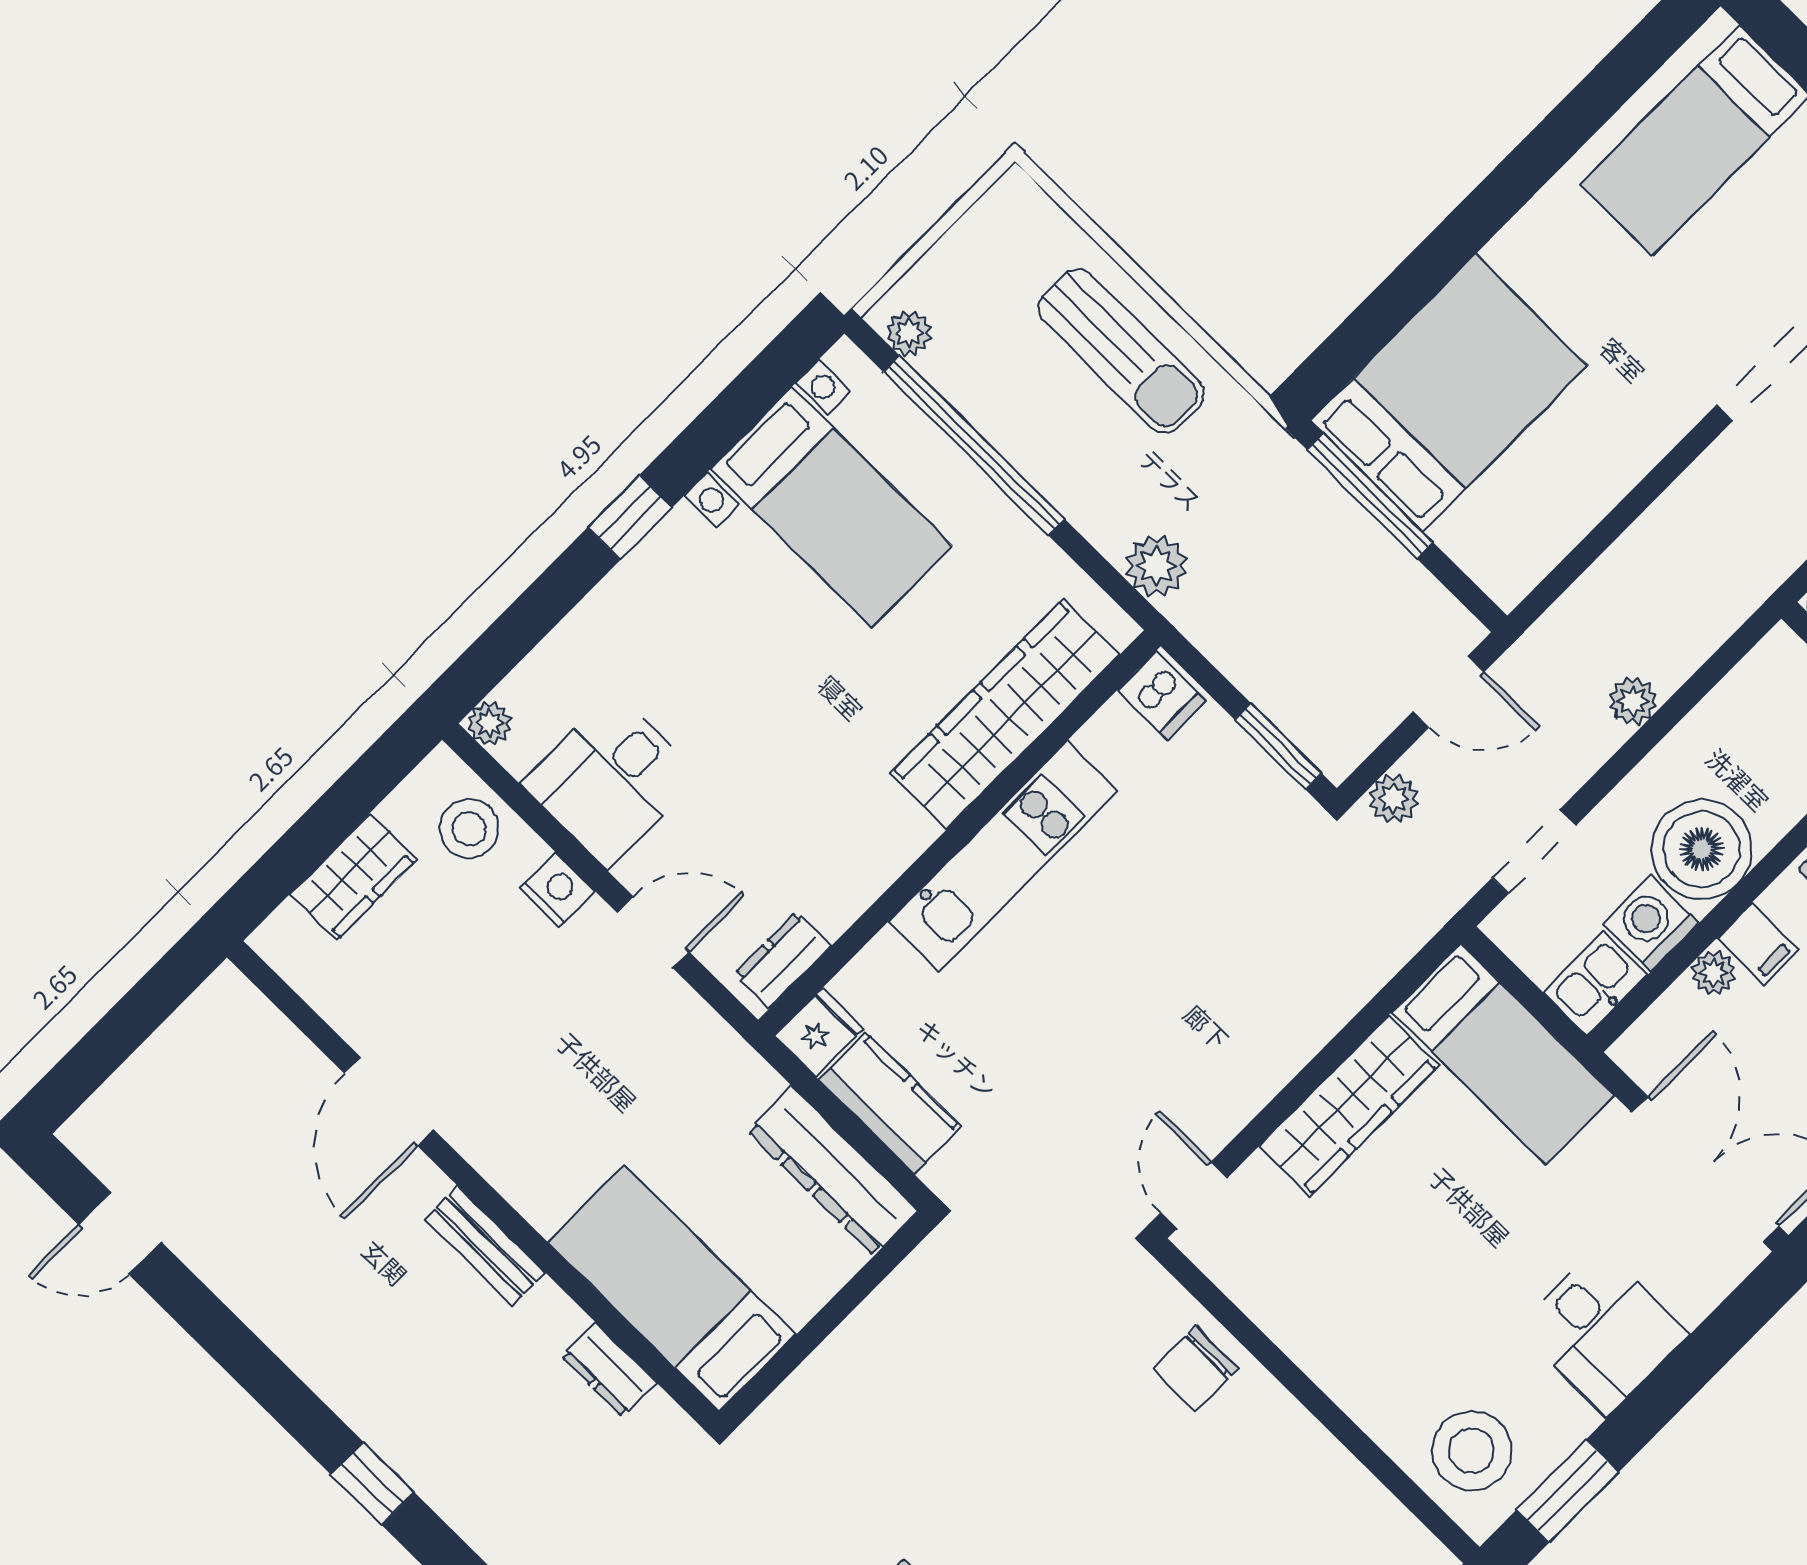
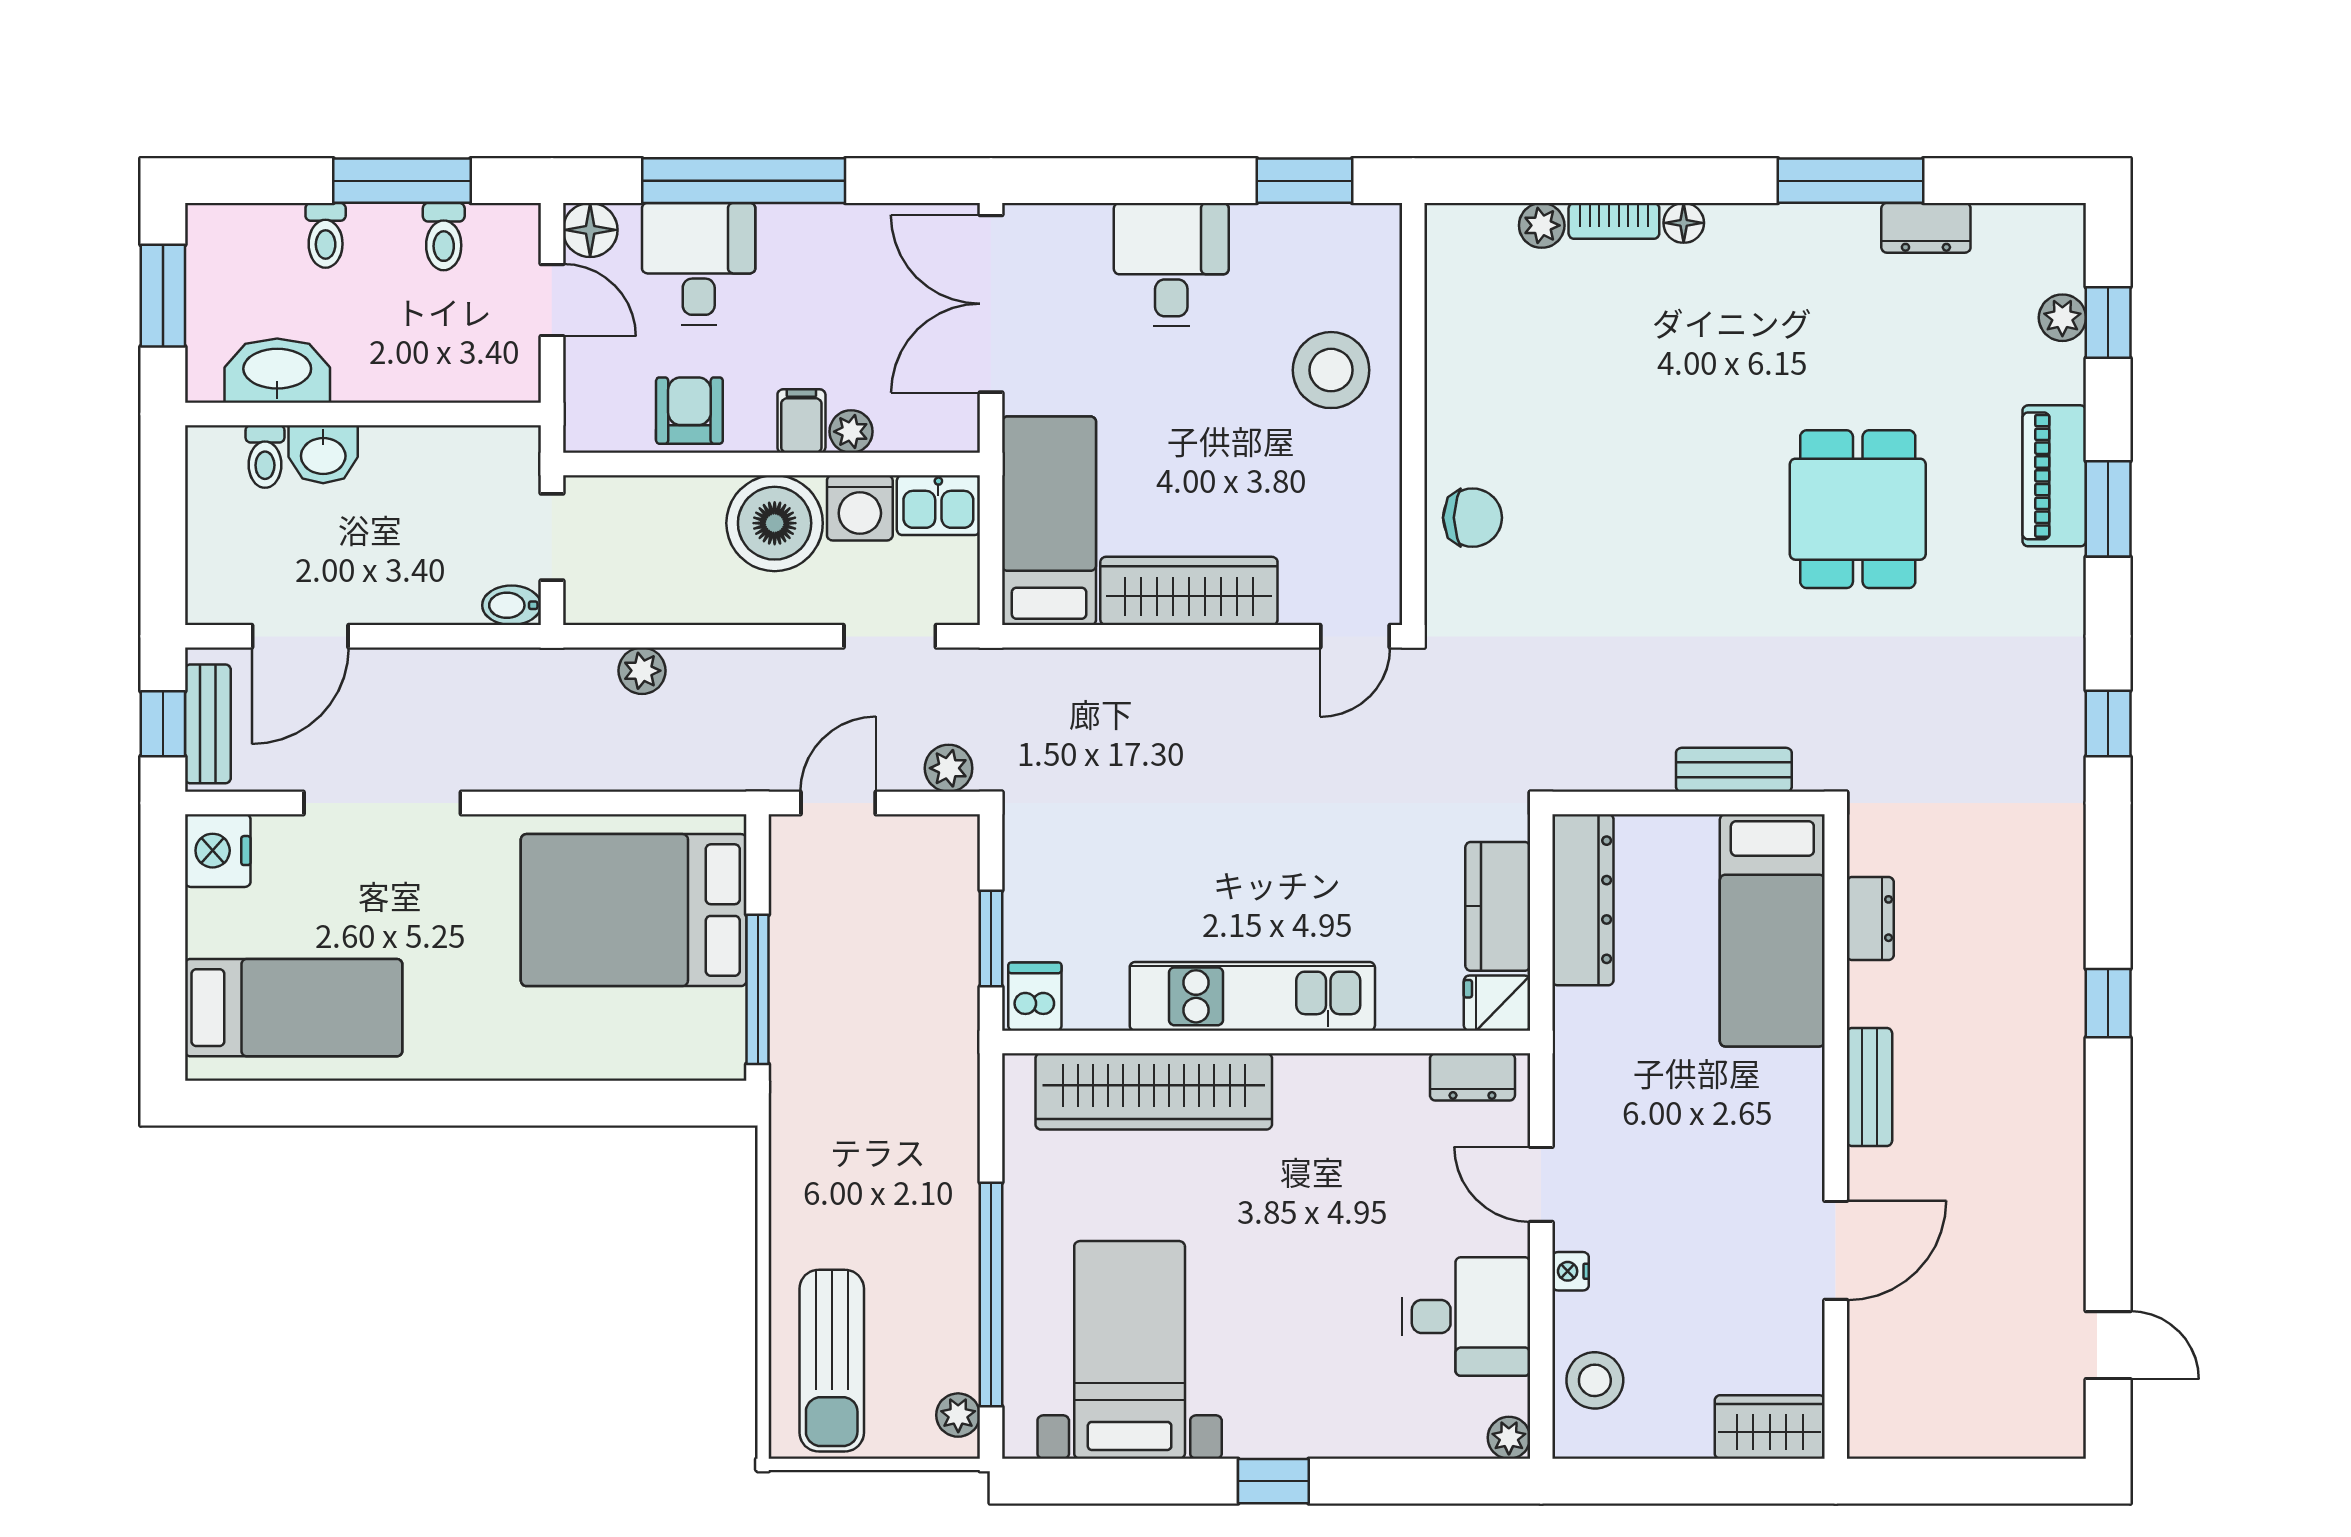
sun lounger: (1121, 351) -> (832, 1361), moved, turned 180
bed: (1449, 393) -> (634, 910), moved
plant: (1156, 566) -> (950, 1088), removed
door: (1449, 692) -> (838, 803), hinge flipped
plant: (1633, 701) -> (642, 671), moved
window: (1278, 746) -> (991, 938), moved
wardrobe: (353, 877) -> (1770, 1427), moved
nightstand: (557, 890) -> (1570, 1271), width x0.72, depth x0.74
bench: (818, 1377) -> (1734, 770), added
stool: (1472, 1451) -> (1331, 370), moved

